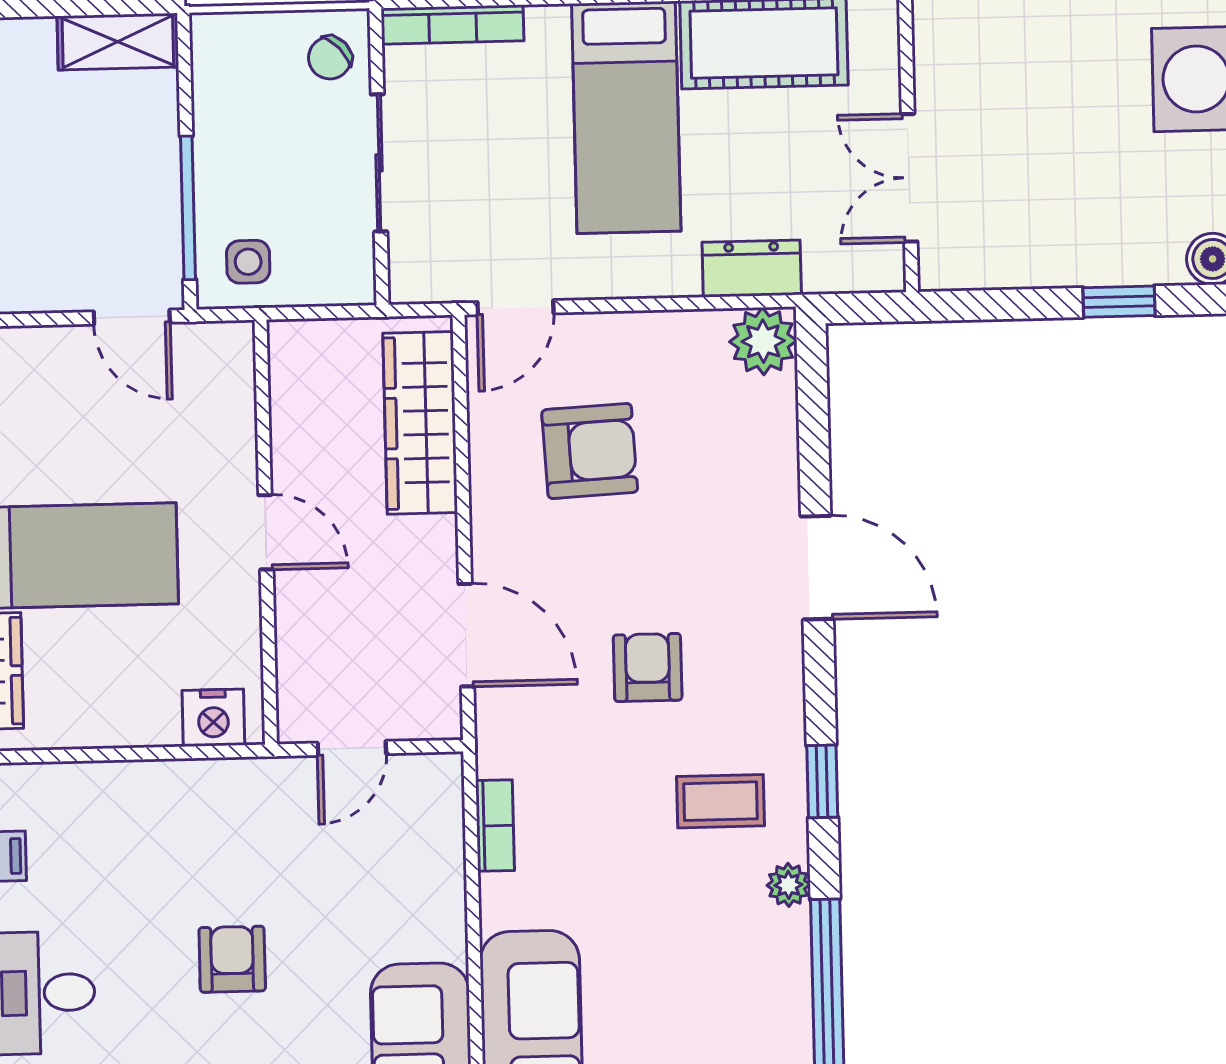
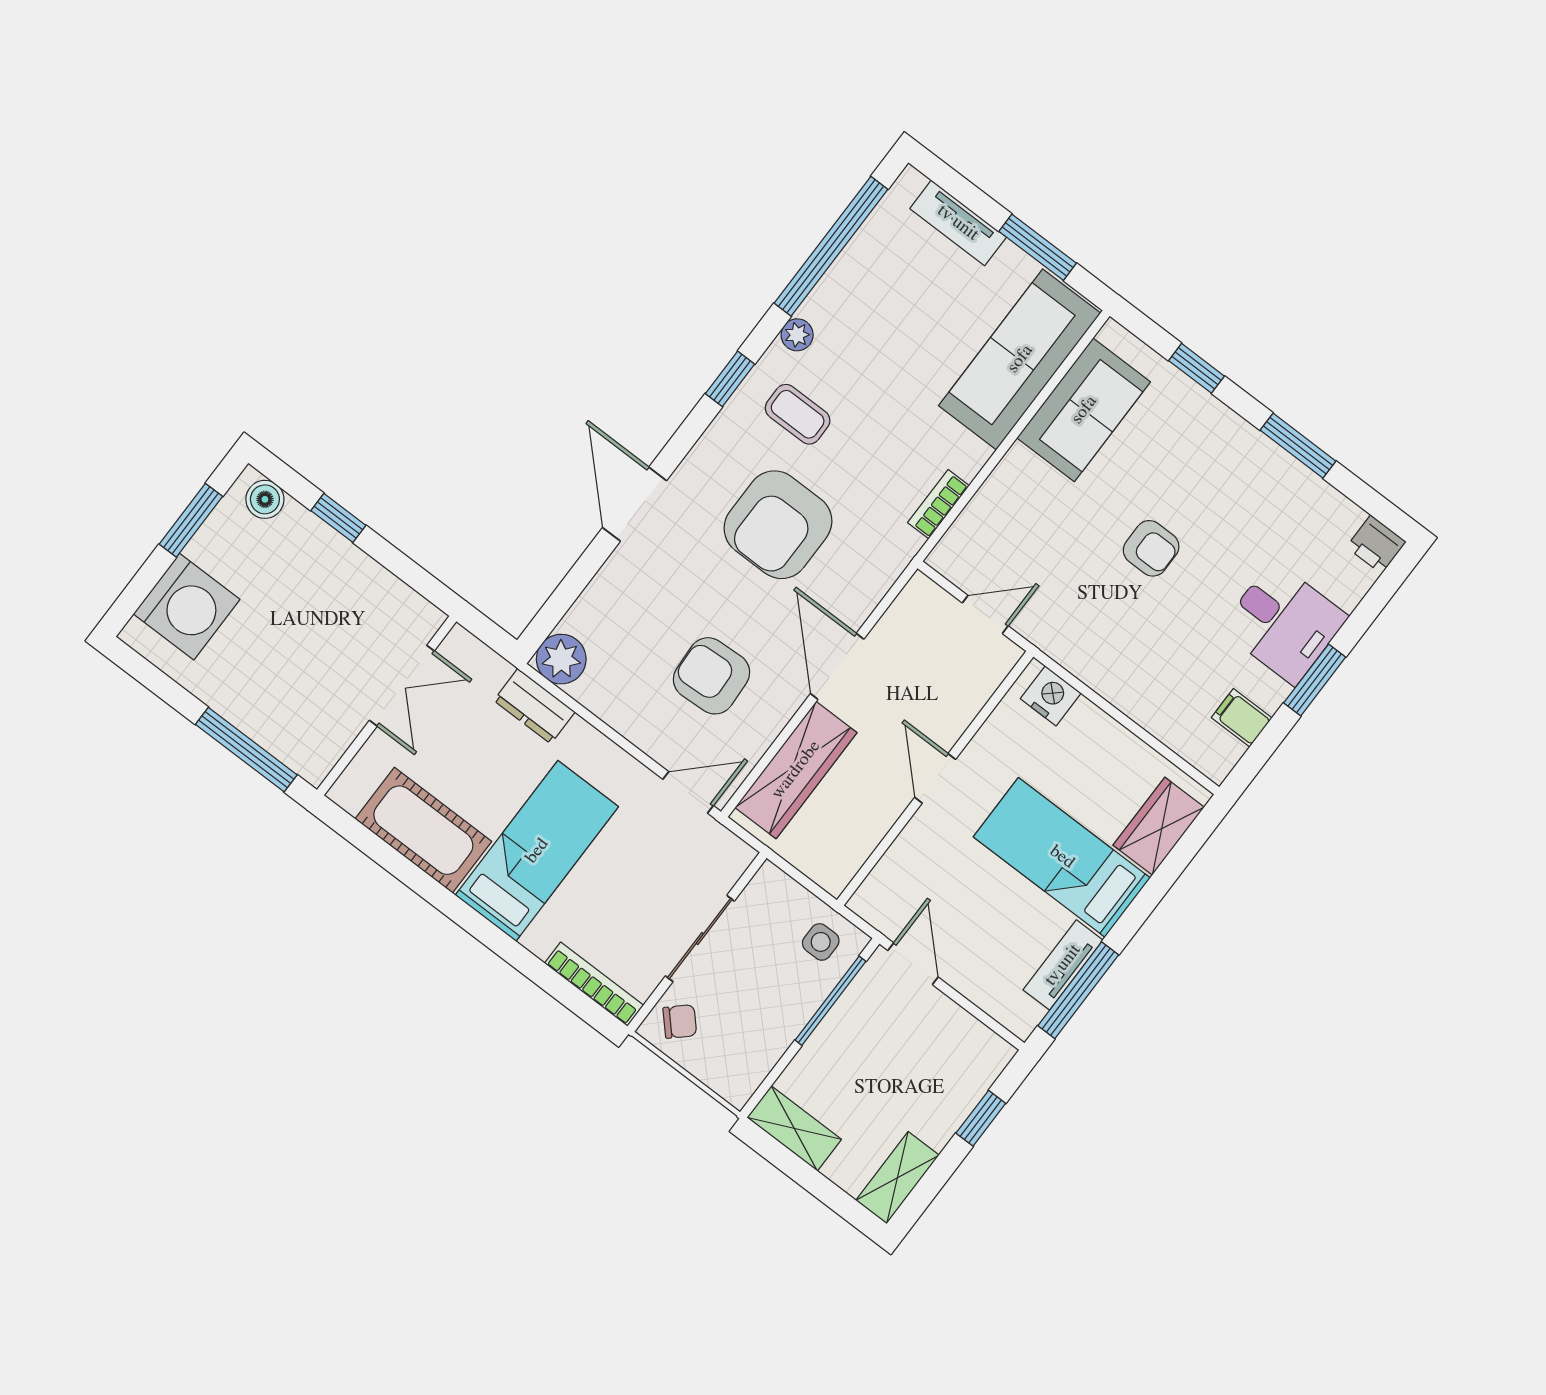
door: (466, 635) -> (837, 666), moved
armchair: (648, 668) -> (778, 525), width x1.88, depth x1.88
armchair: (232, 959) -> (1151, 548), turned -90

